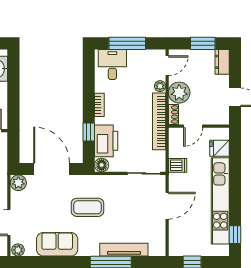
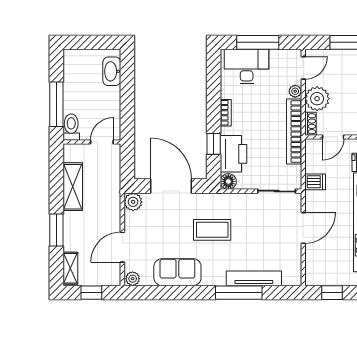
desk: (112, 64) -> (247, 66), width x1.37

